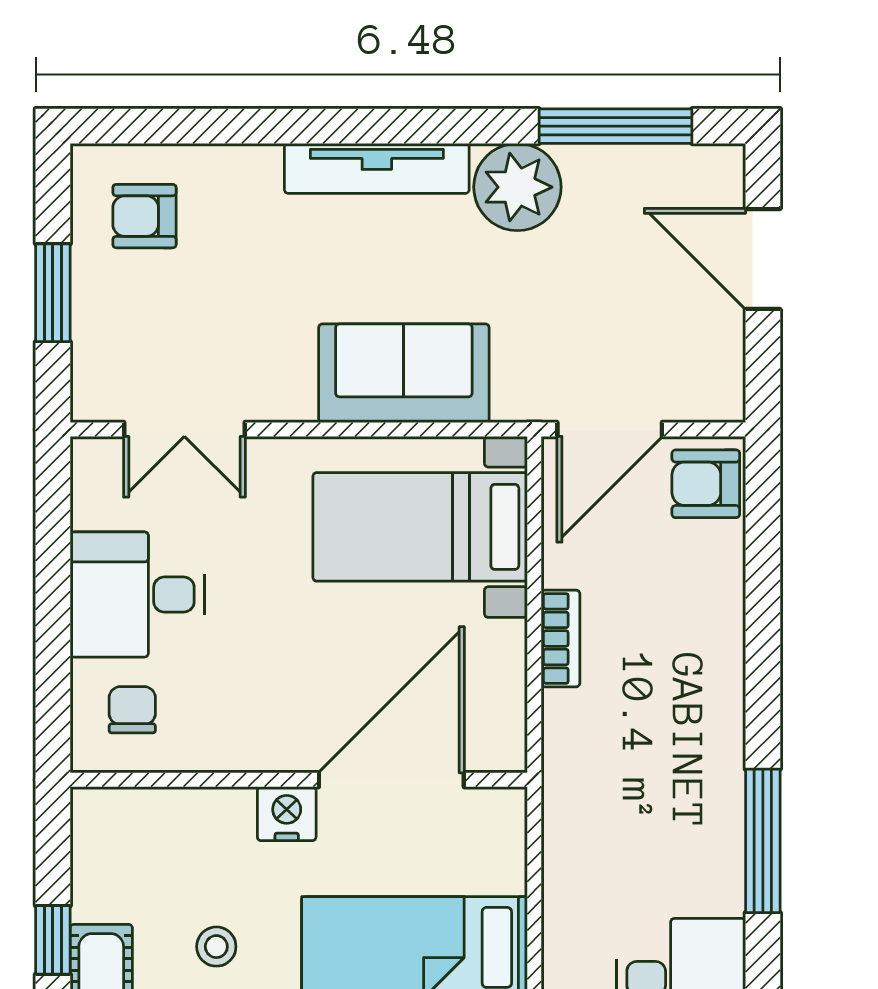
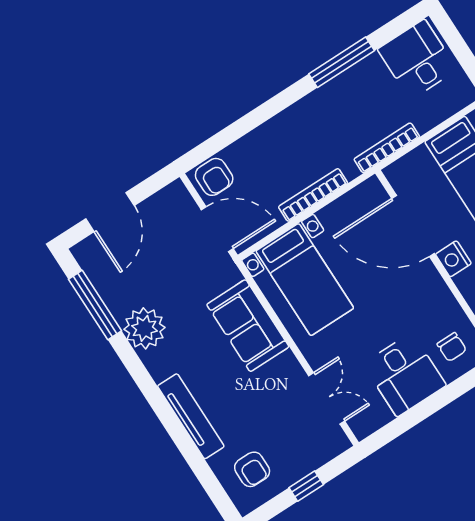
tv unit: (377, 168) -> (191, 416), moved
window: (53, 293) -> (306, 486), width x0.67
bookcase: (560, 638) -> (313, 195), width x1.56
chair: (132, 710) -> (452, 347), turned -90
bookcase: (559, 823) -> (387, 148), added

